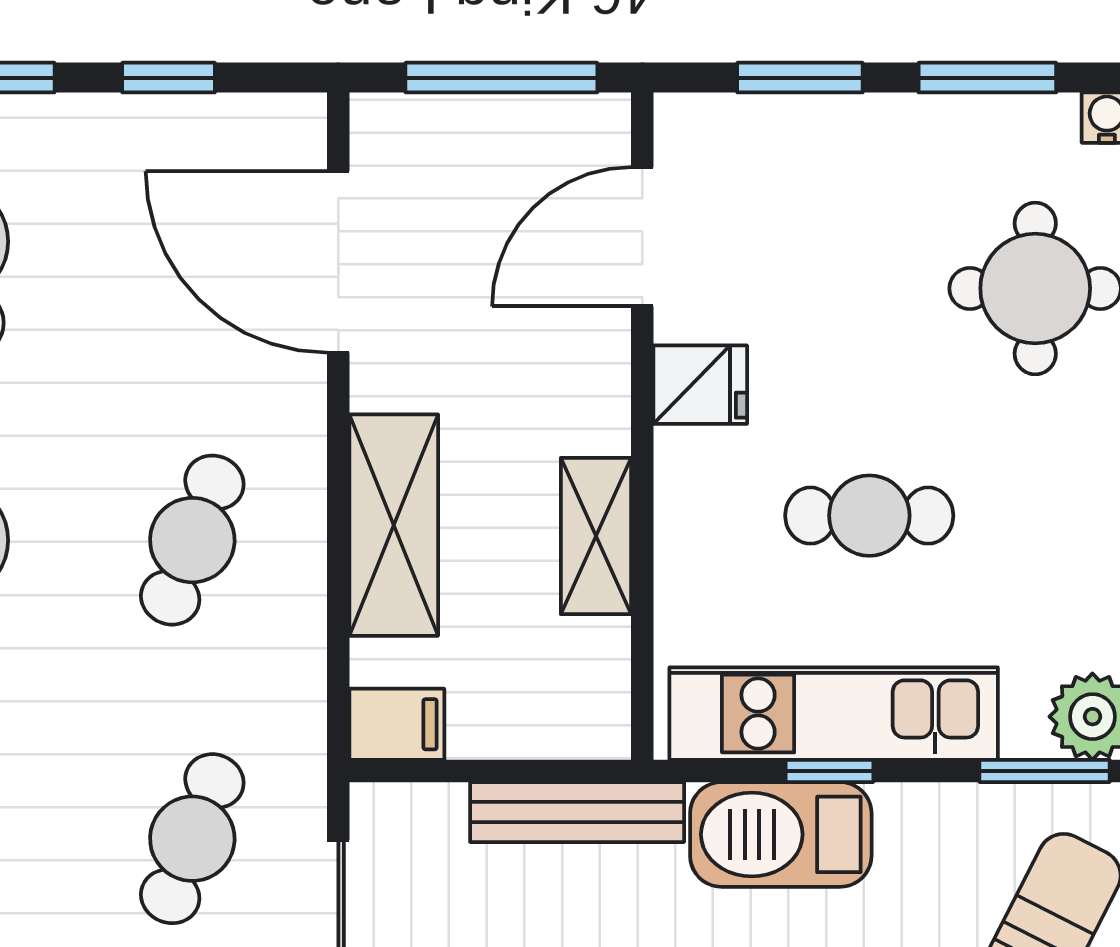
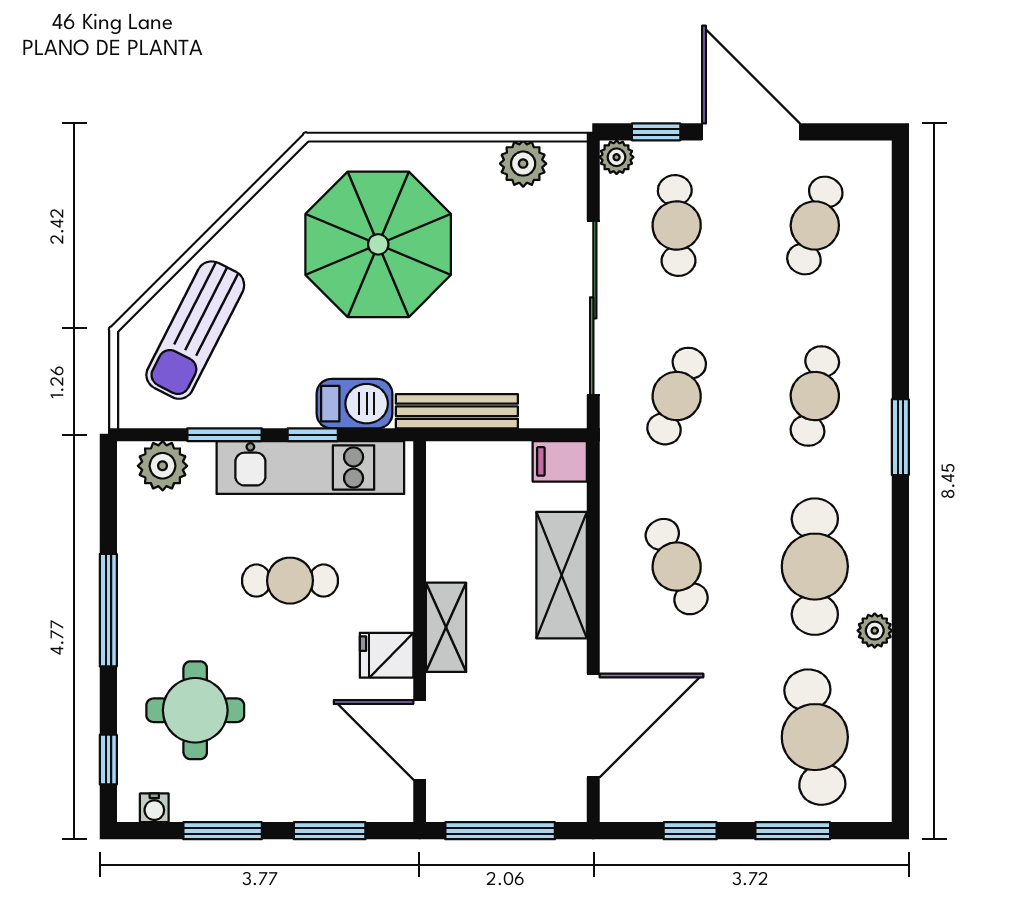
door: (642, 237) -> (420, 740), swing flipped
door: (338, 262) -> (593, 725), hinge flipped
shelving: (596, 536) -> (446, 627), moved
cafe table: (192, 540) -> (677, 567), turned -45
window: (1045, 771) -> (224, 435), moved
barbecue: (781, 834) -> (354, 404), width x0.73, depth x0.83

